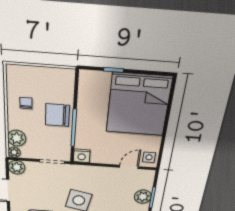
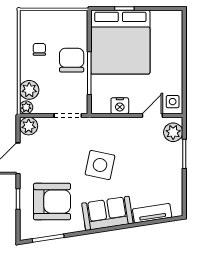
bed: (139, 105) -> (120, 42), moved
chair: (57, 115) -> (72, 60), turned 90
nightstand: (82, 156) -> (120, 106), moved
plant: (143, 197) -> (173, 132), moved

